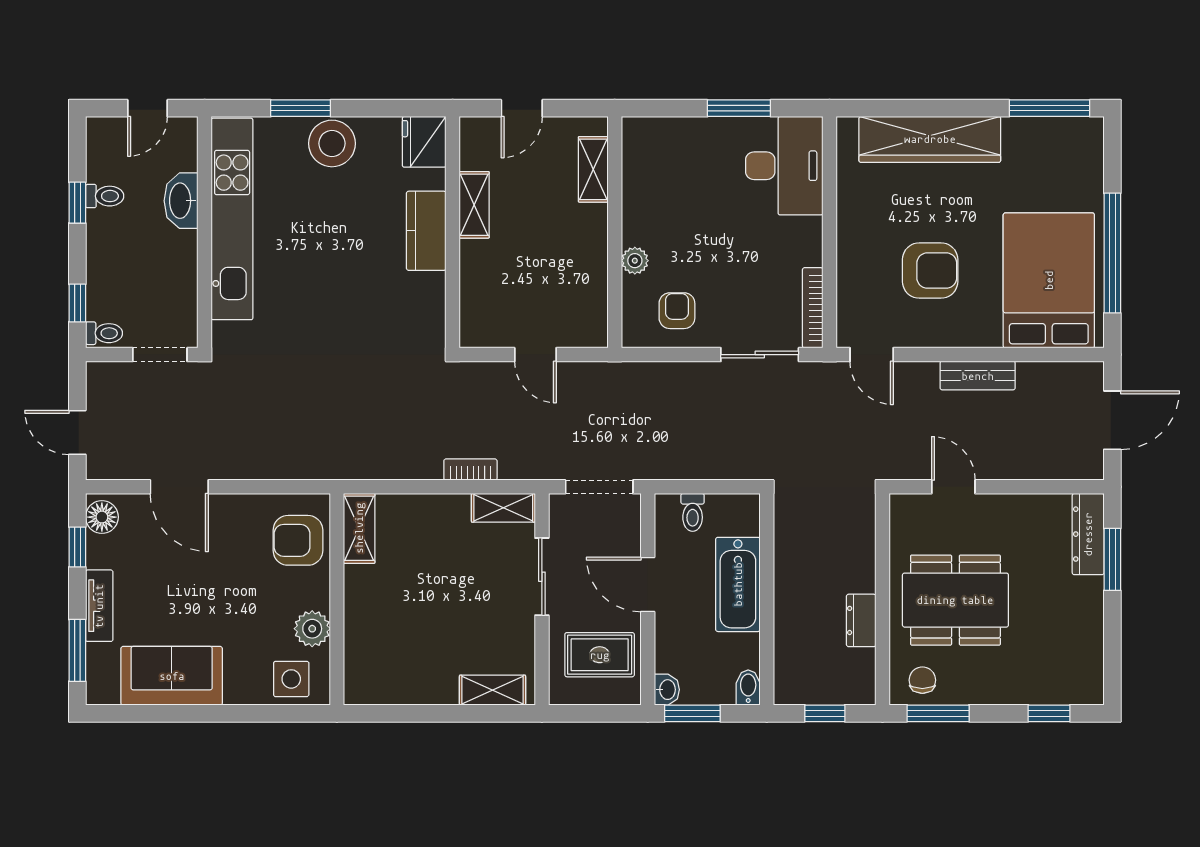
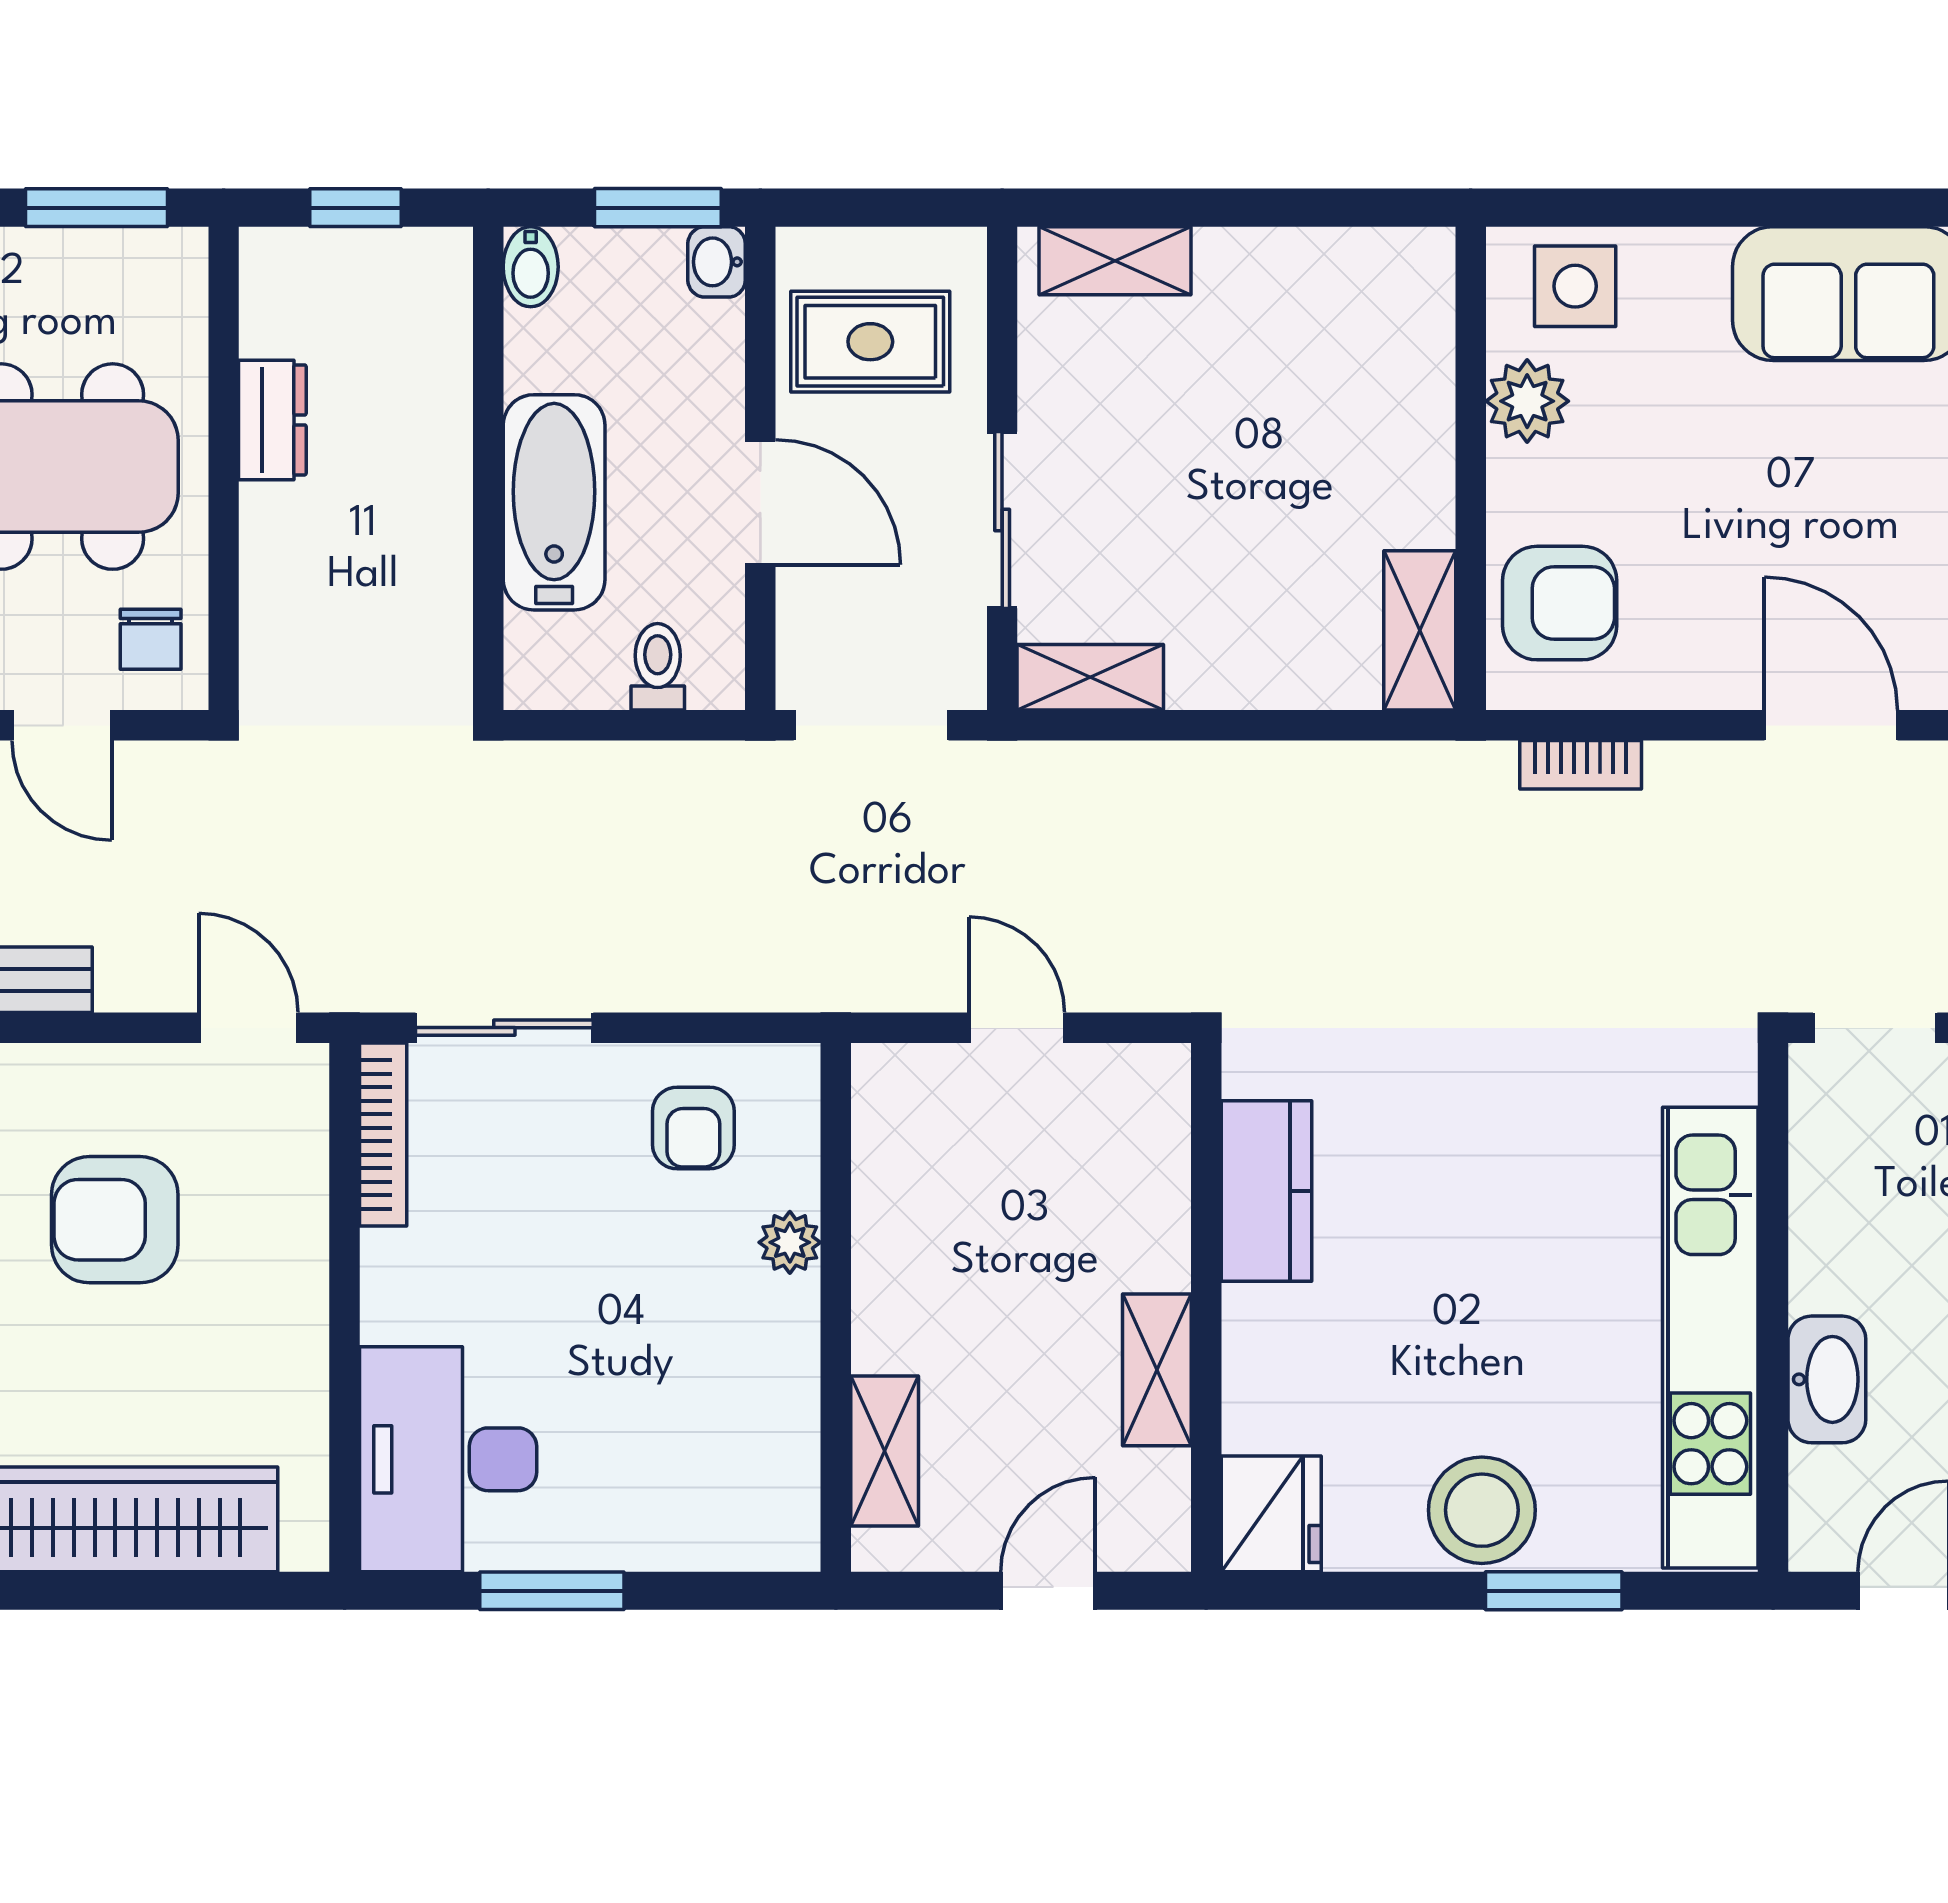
kitchen counter: (426, 231) -> (1266, 1191), moved
bookcase: (470, 470) -> (1581, 765), moved
chair: (922, 680) -> (151, 639), moved

